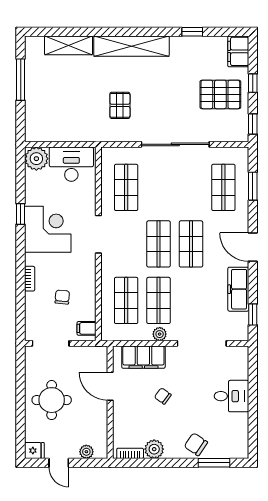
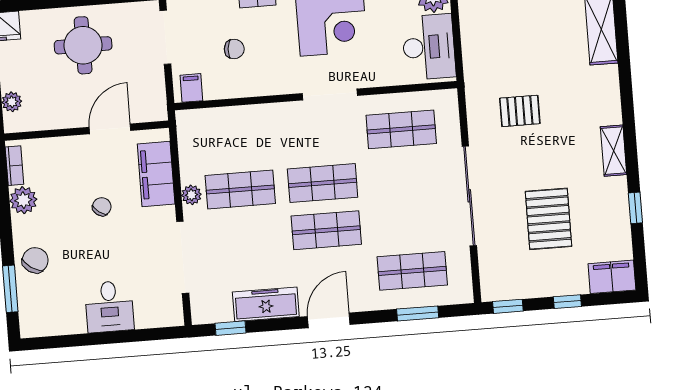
shelving: (131, 46) -> (614, 151), width x0.45, depth x0.75
pallet: (220, 94) -> (549, 219), moved
shop shelf: (126, 300) -> (237, 142), removed

